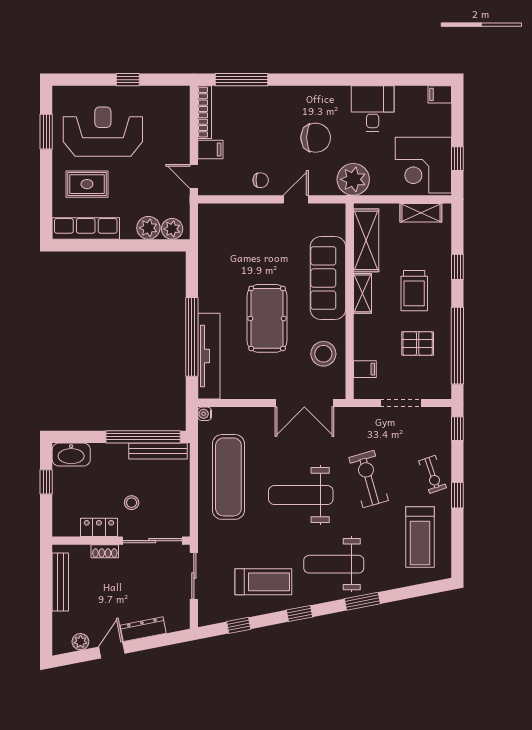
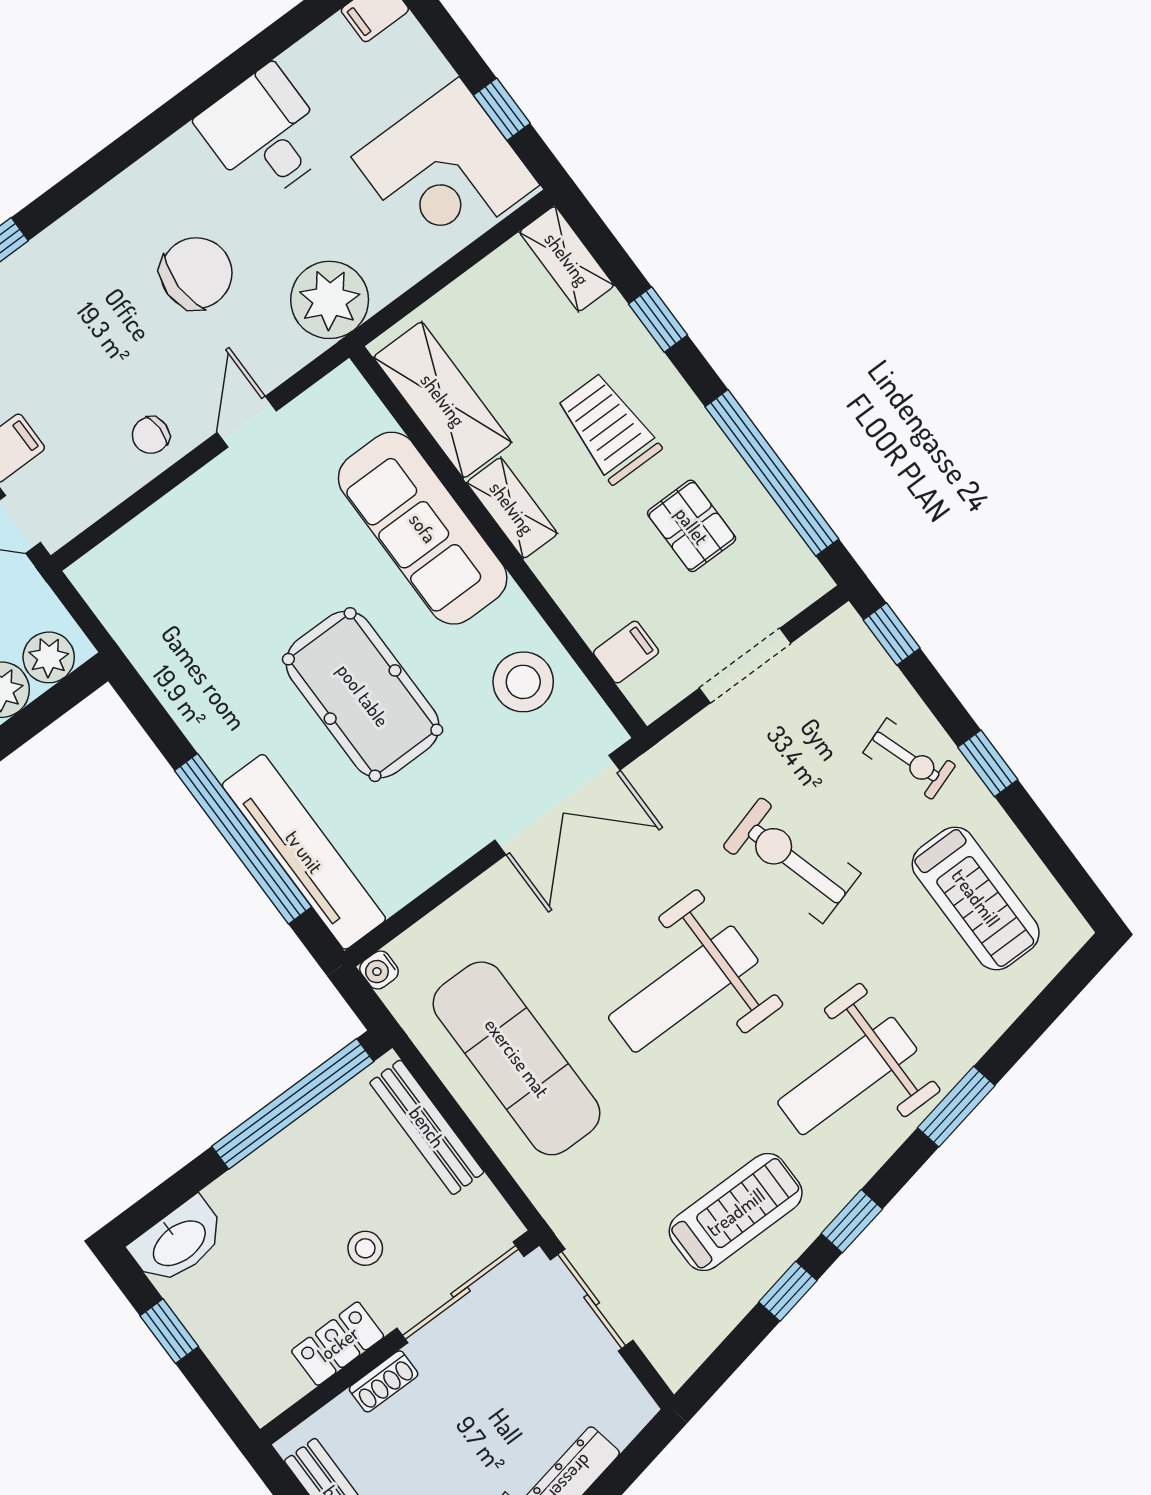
chair: (261, 180) -> (151, 435), turned 180
shelving: (421, 213) -> (567, 259), moved, turned 90
trolley: (414, 291) -> (608, 428), turned 180
pallet: (418, 343) -> (692, 526), turned 90
bench: (158, 451) -> (427, 1127), moved, turned 90
window: (239, 625) -> (788, 1291), moved

